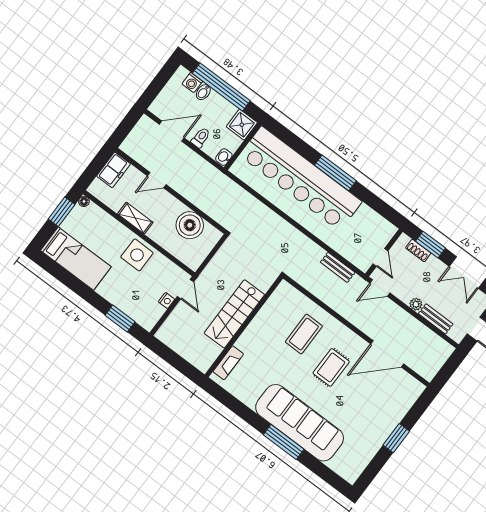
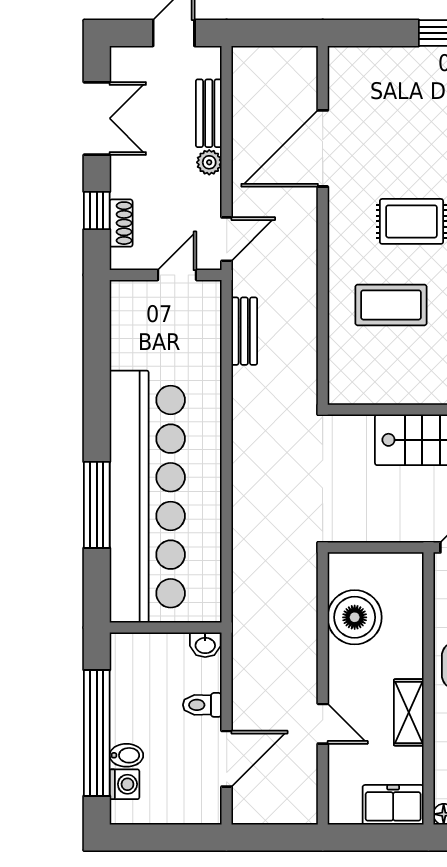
shower: (242, 125) -> (132, 655), removed
door: (172, 131) -> (227, 759), swing flipped
freezer: (114, 170) -> (393, 805), moved
window: (335, 173) -> (97, 505), moved
window: (431, 245) -> (97, 211), width x0.67
door: (380, 288) -> (227, 239), hinge flipped
door: (387, 354) -> (323, 148), swing flipped

